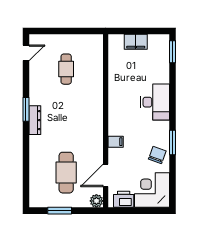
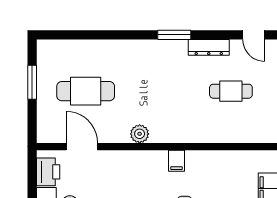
dresser: (35, 120) -> (209, 47), moved
filing cabinet: (116, 142) -> (177, 161), moved
plant: (96, 201) -> (140, 134), moved

